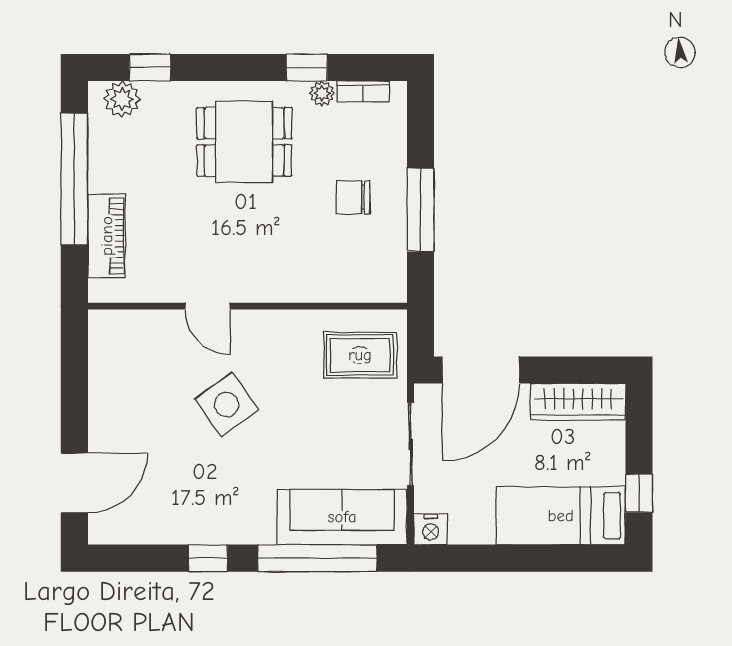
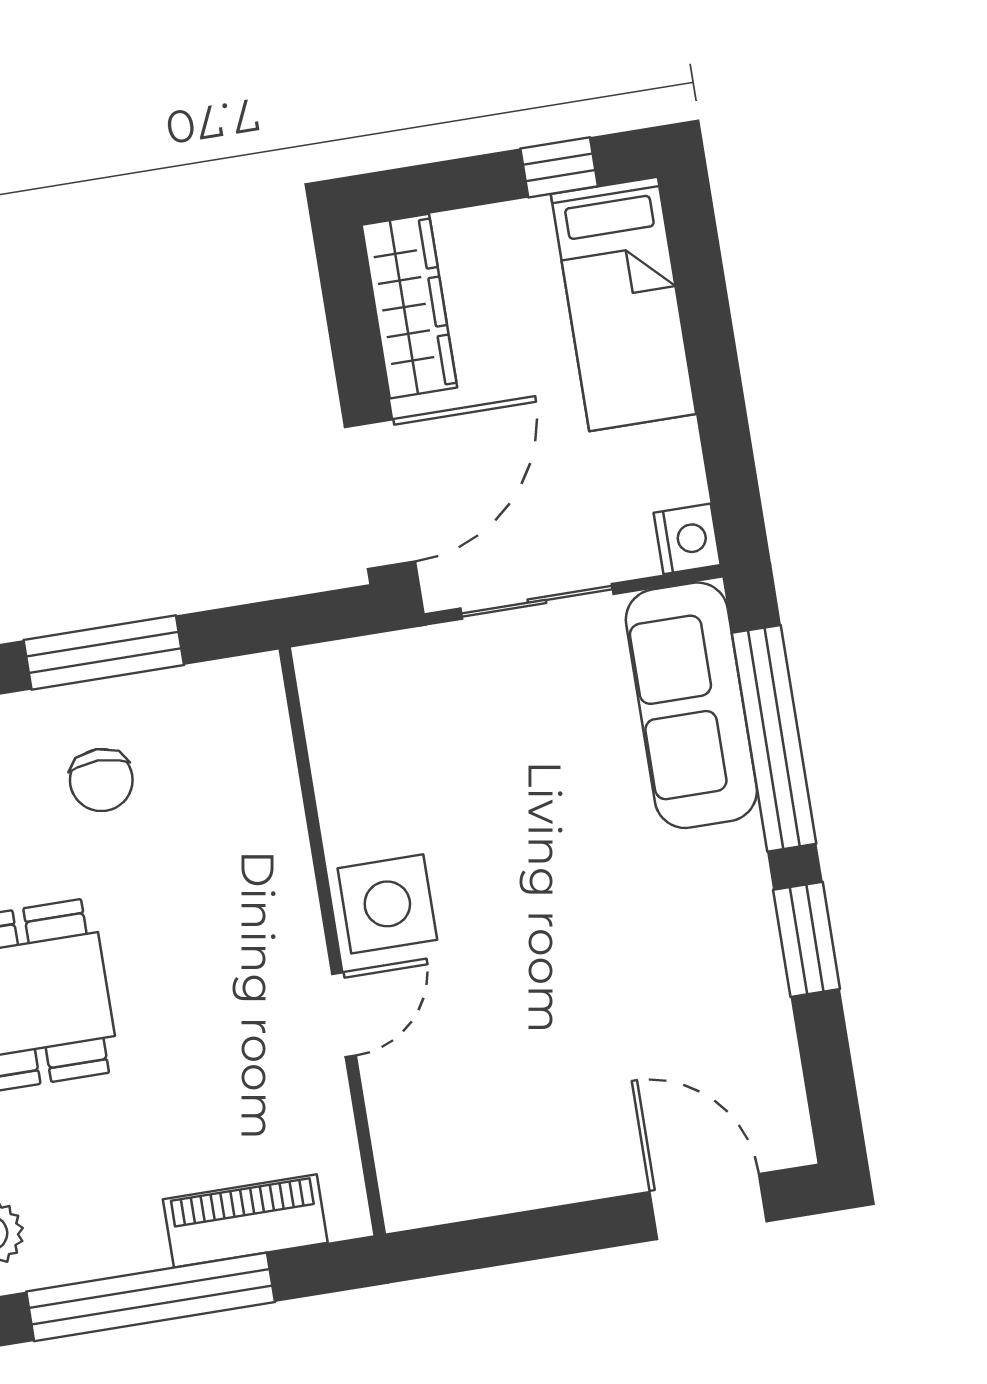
rug: (360, 355) -> (388, 720), removed
door: (481, 370) -> (380, 494), hinge flipped
side table: (227, 405) -> (387, 904), moved, turned 36
window: (208, 558) -> (807, 939), width x1.50

